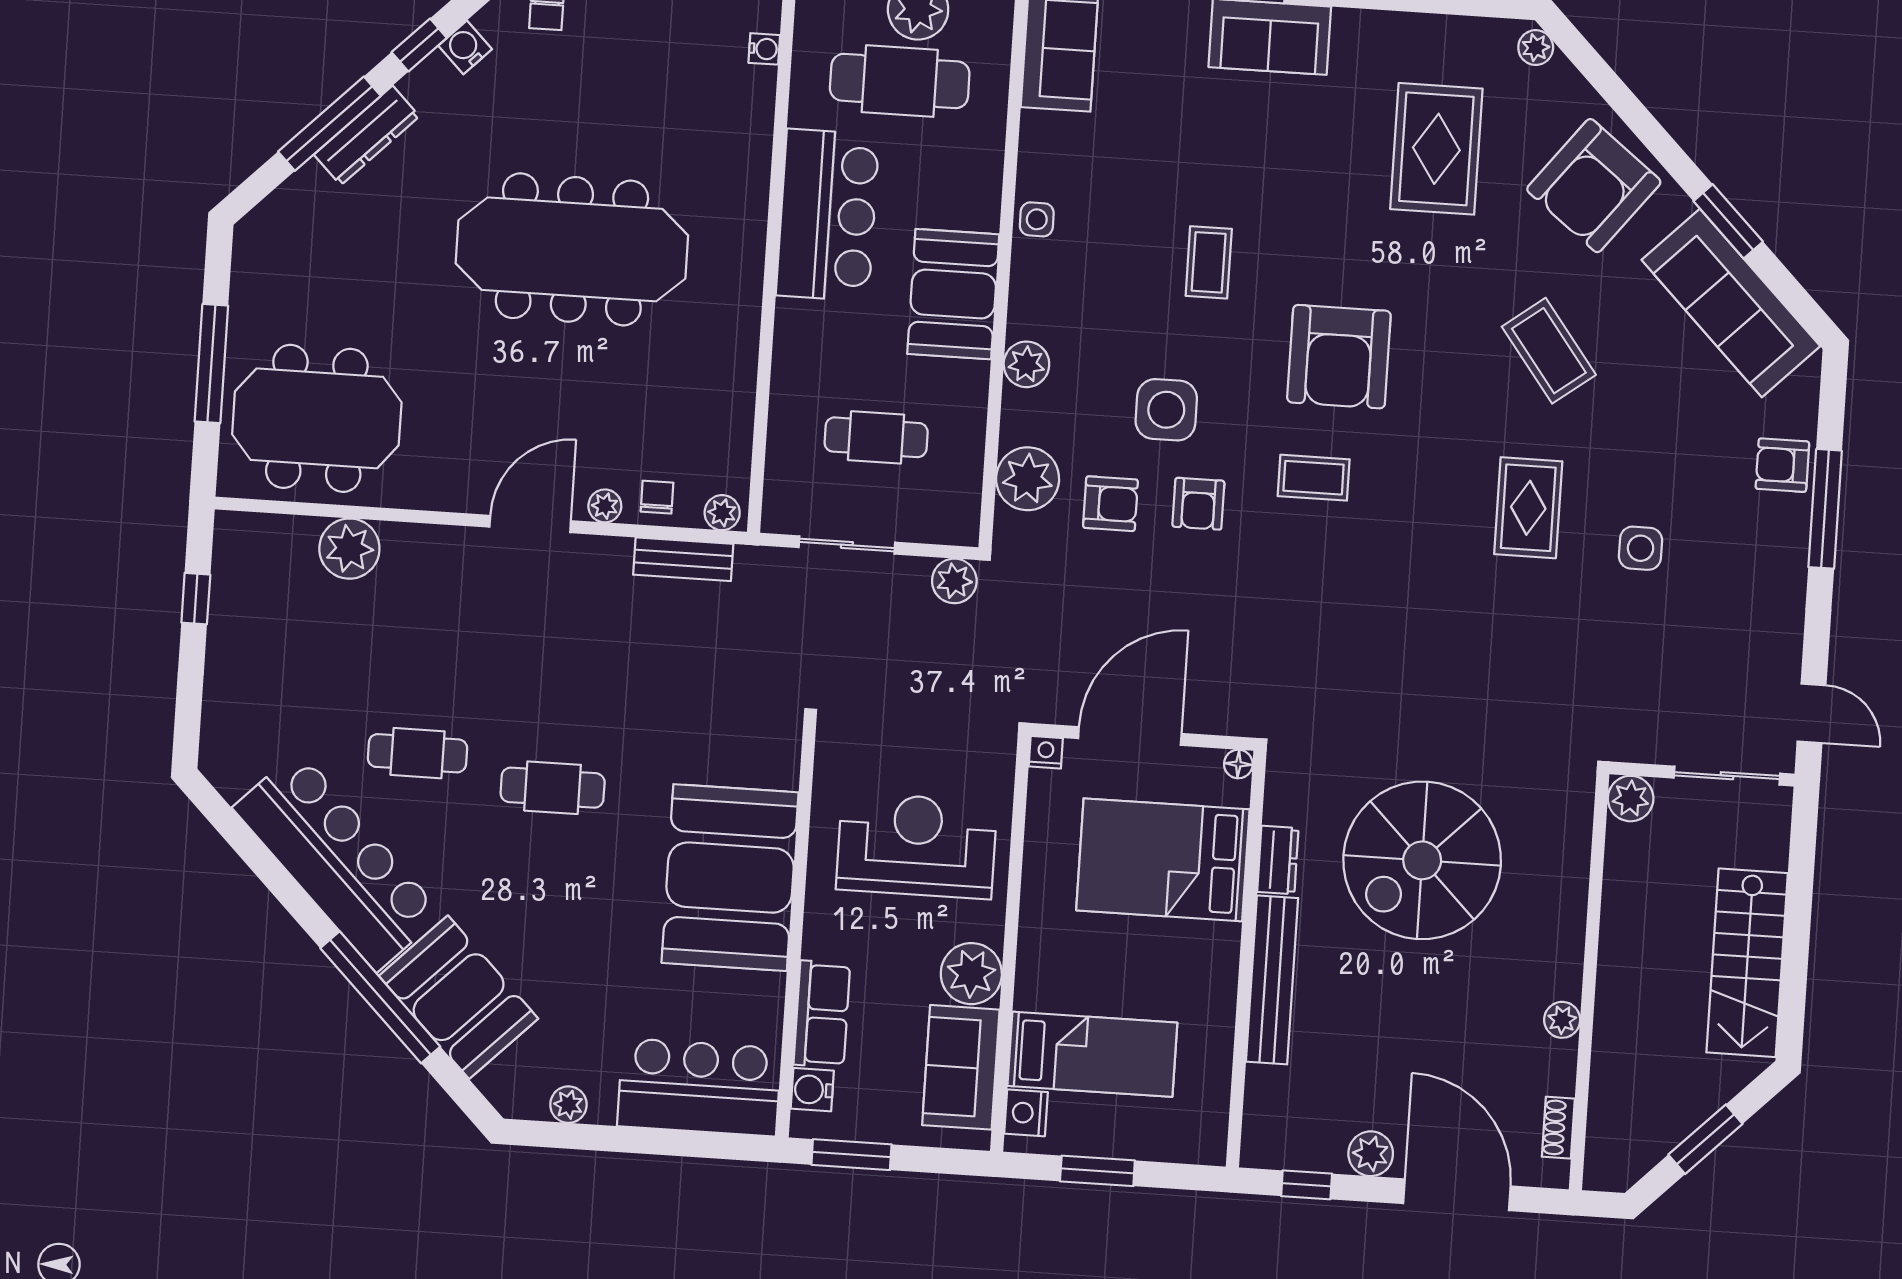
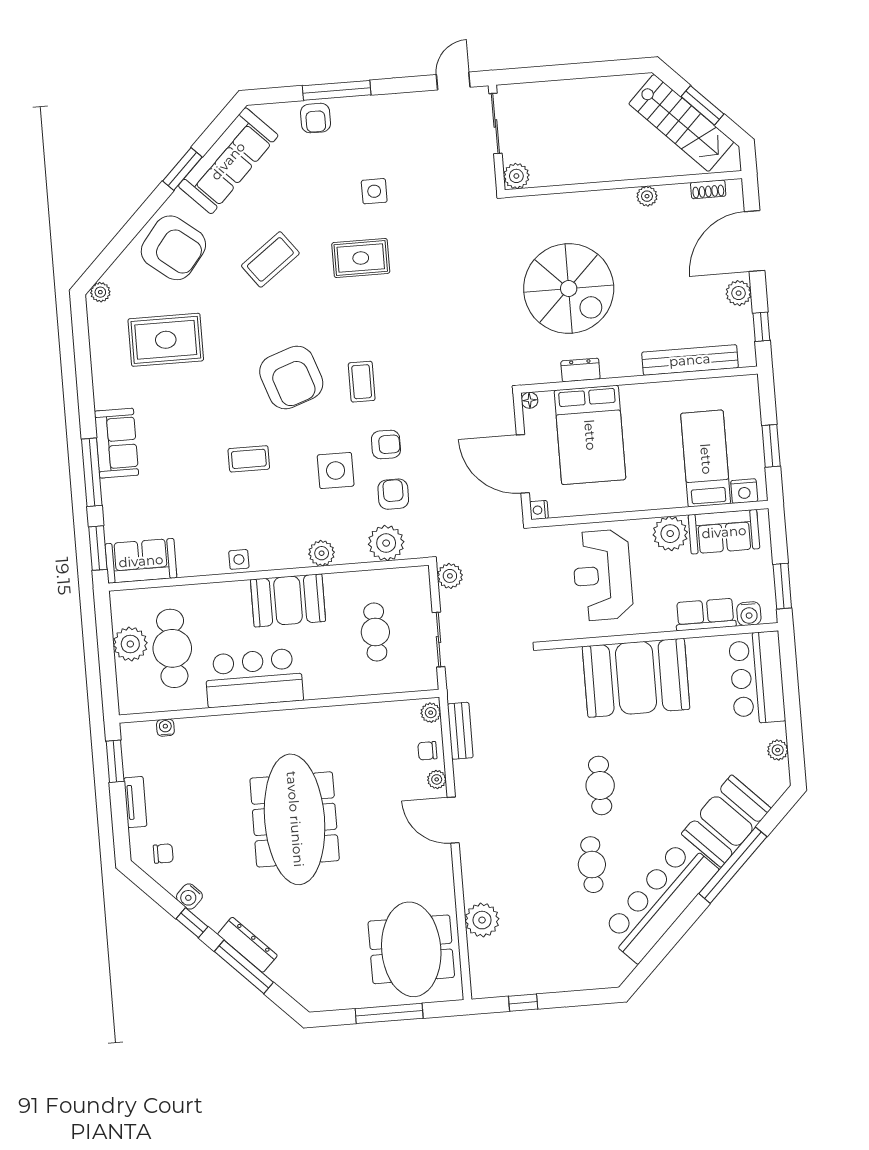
armchair: (1339, 357) -> (291, 377), turned 71
stairs: (1747, 963) -> (681, 123), moved, turned 45
bench: (1272, 980) -> (690, 360), moved

